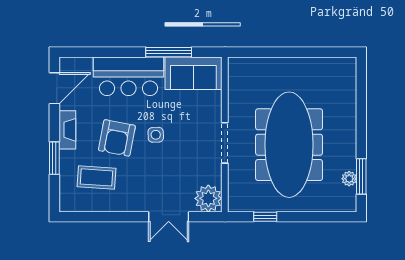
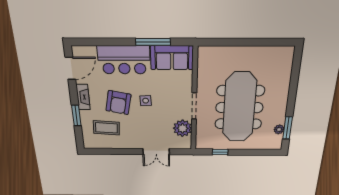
plant: (208, 198) -> (183, 128), moved

